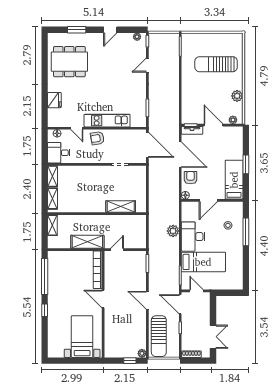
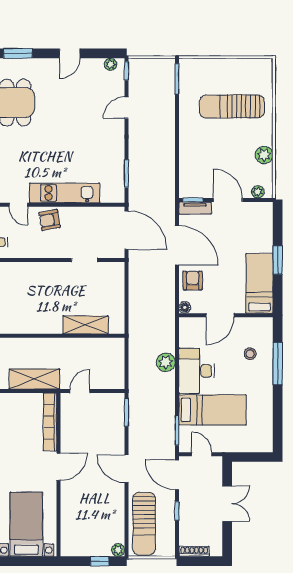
door: (103, 299) -> (59, 467), swing flipped
double door: (213, 337) -> (227, 504), moved

